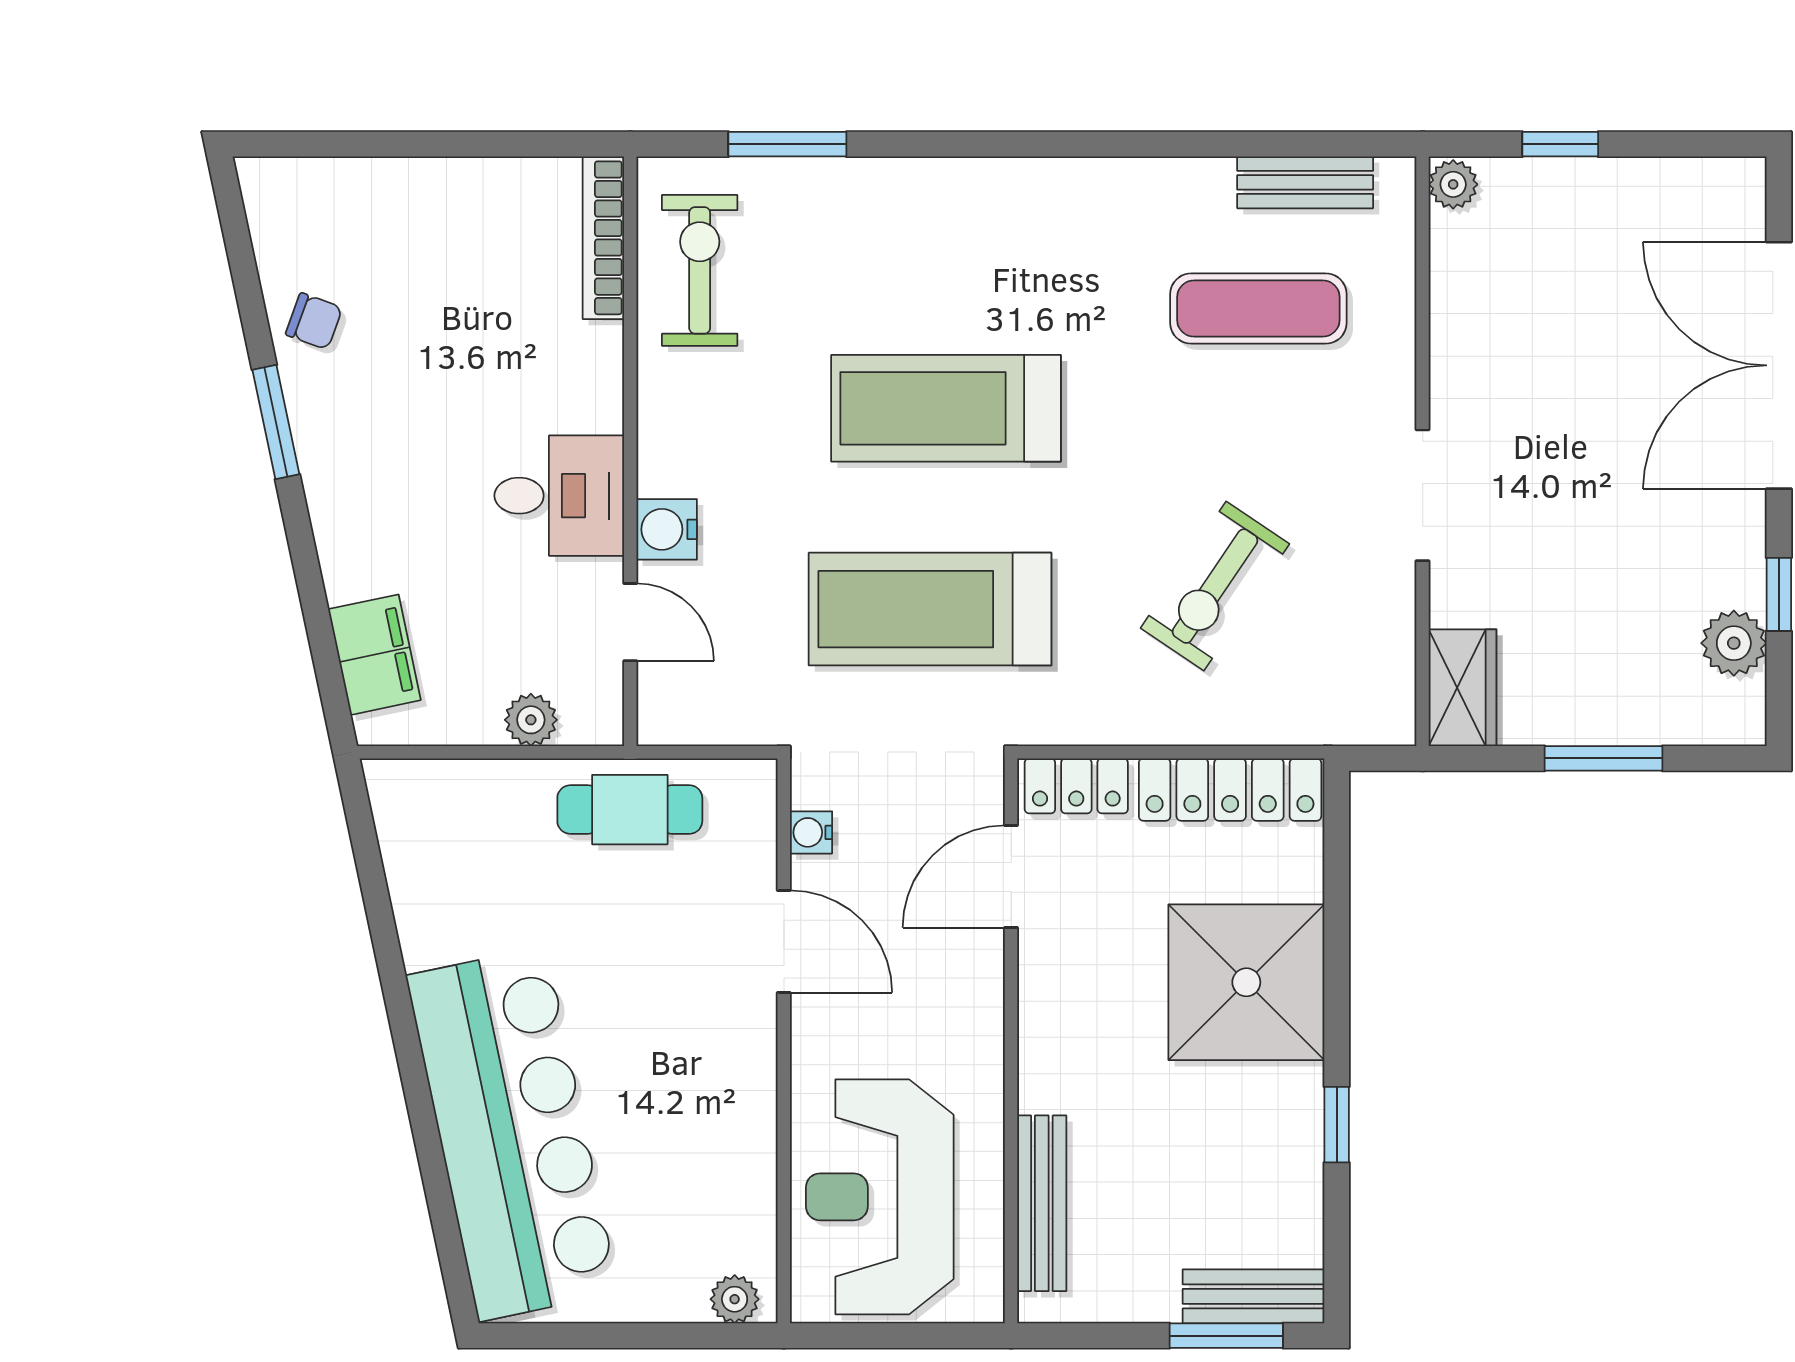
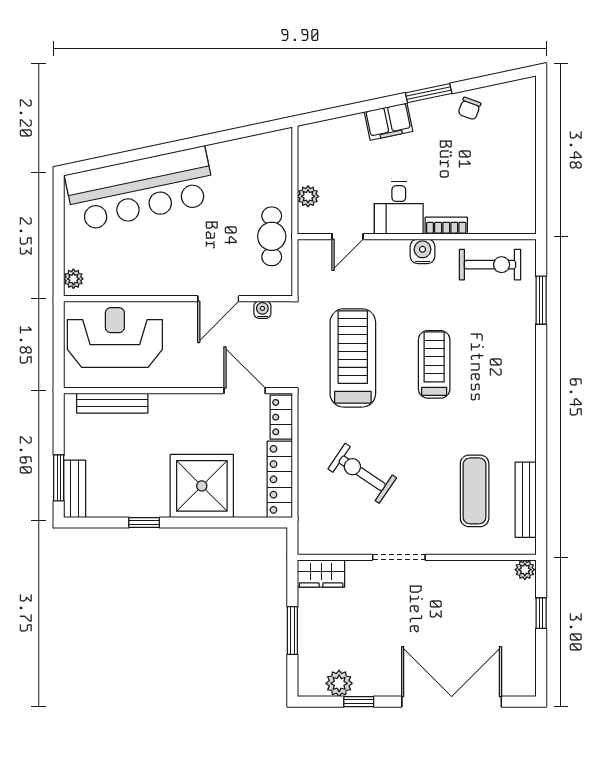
bench: (1305, 182) -> (526, 500), width x1.36
bookcase: (603, 238) -> (446, 226), moved, width x0.64
treadmill: (946, 408) -> (434, 364), width x0.73, depth x0.73
water cooler: (667, 529) -> (423, 251), moved
filing cabinet: (374, 655) -> (389, 122), moved

